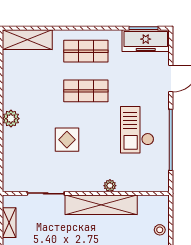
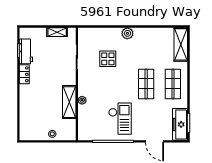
checkout: (137, 130) -> (120, 119), turned 90
display table: (67, 140) -> (108, 59), moved
shelving: (101, 205) -> (69, 102), width x0.68

